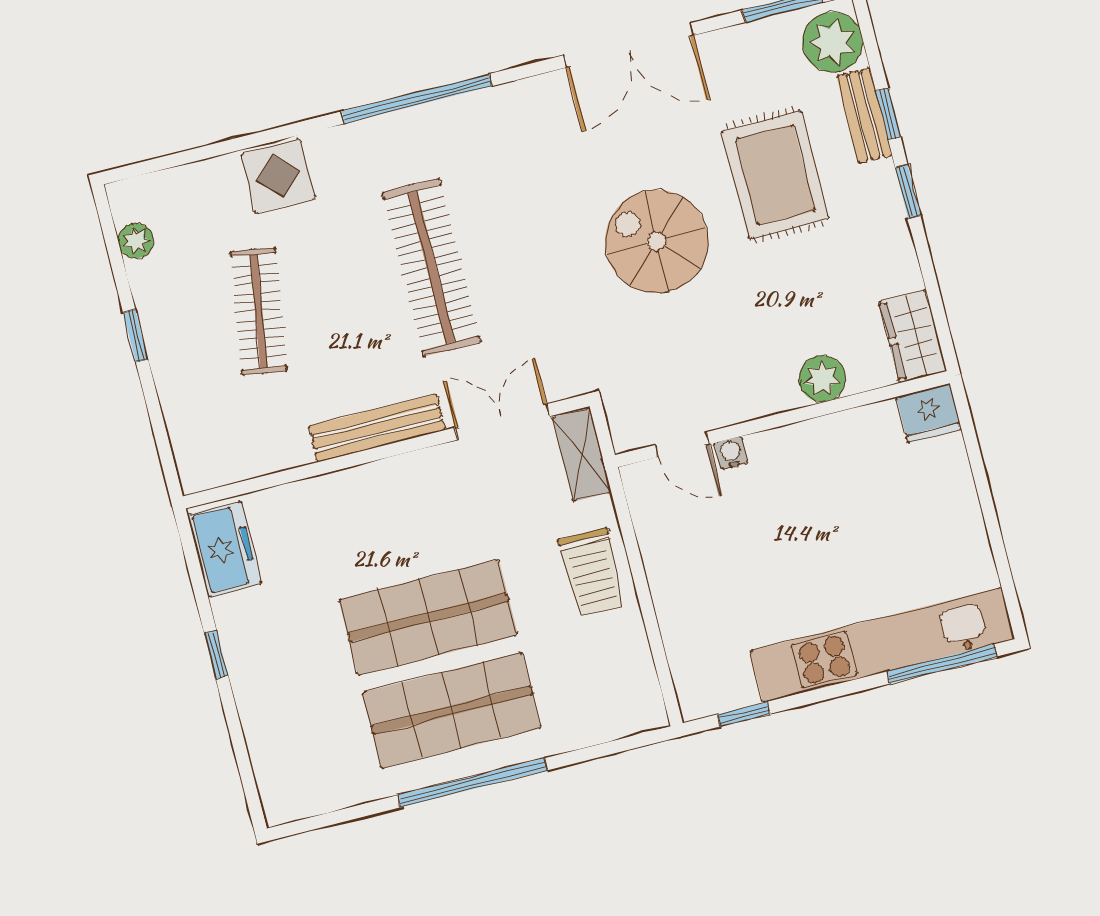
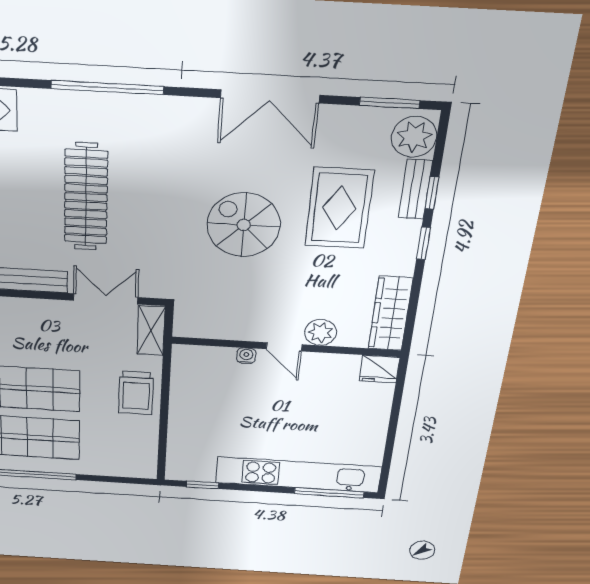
wardrobe: (913, 336) -> (390, 314), width x1.50
door: (682, 445) -> (284, 347), moved

